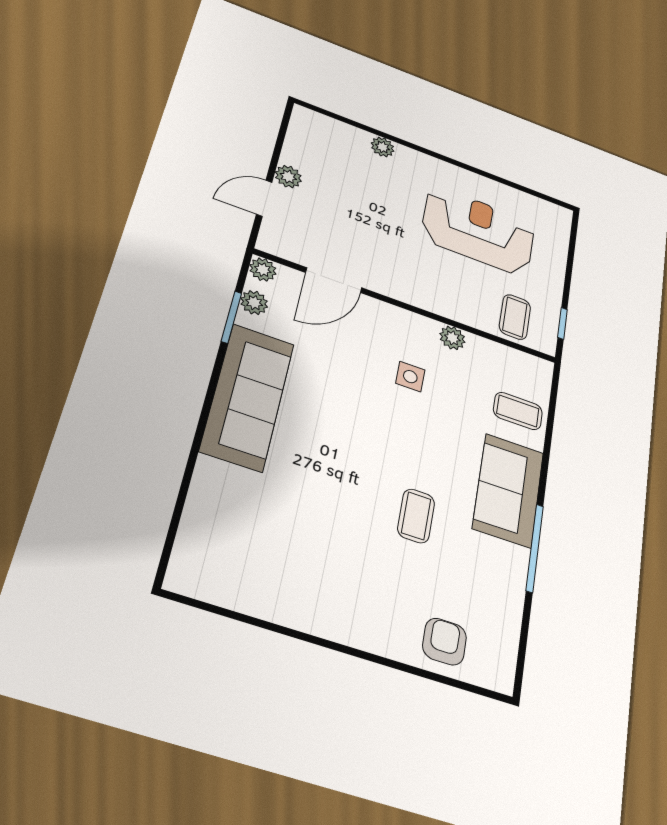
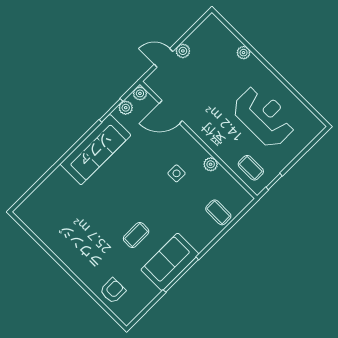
coffee table: (515, 317) -> (251, 168), turned 90
sofa: (508, 490) -> (170, 262), moved

